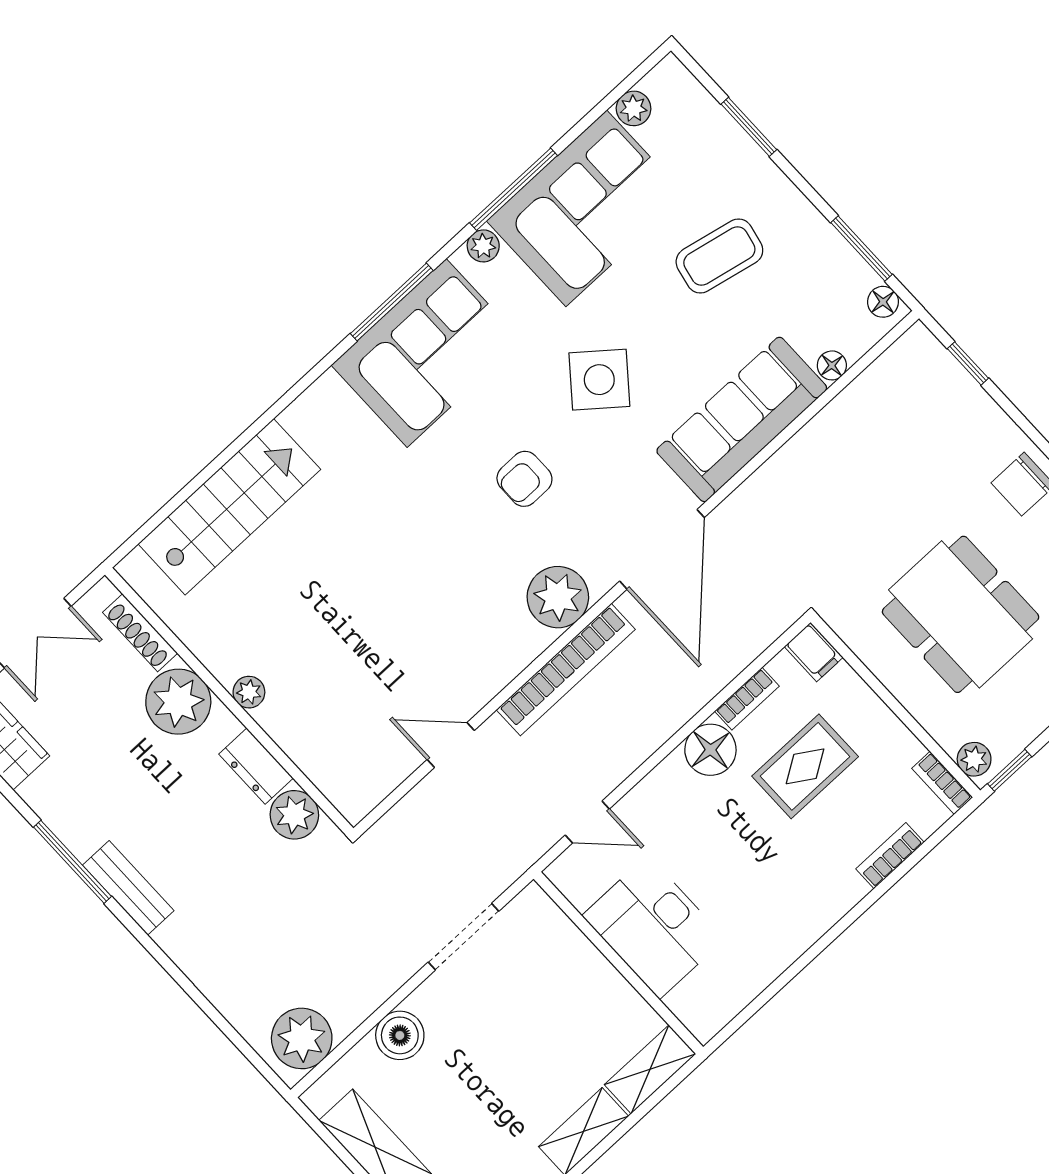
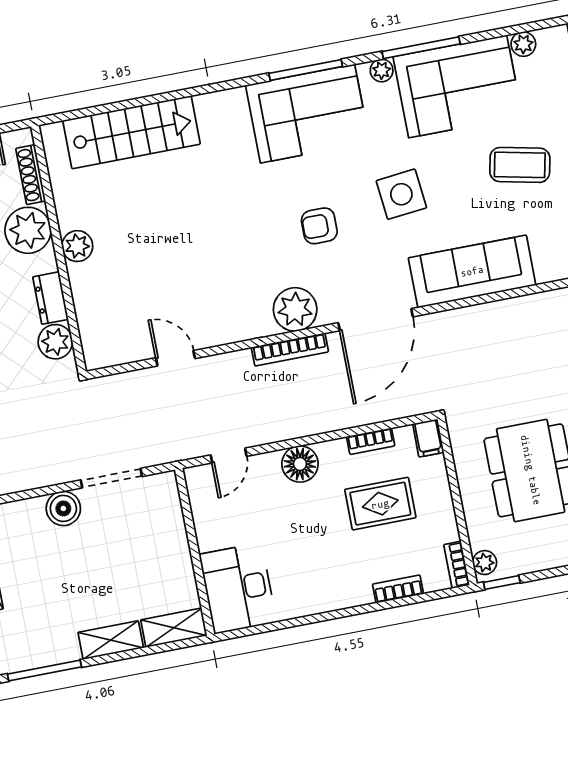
floor lamp: (832, 365) -> (546, 273), removed
side table: (599, 380) -> (401, 194), turned 45
bookcase: (566, 670) -> (290, 350), width x0.68, depth x0.76
plant: (249, 692) -> (77, 246), width x1.38, depth x1.38
floor lamp: (710, 750) -> (300, 464), moved
door: (587, 822) -> (229, 456), hinge flipped
desk: (654, 927) -> (238, 588), moved
boiler: (400, 1035) -> (63, 508), moved

